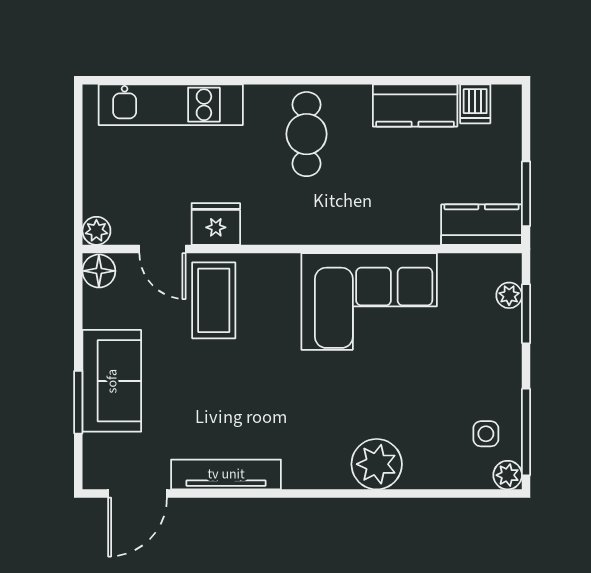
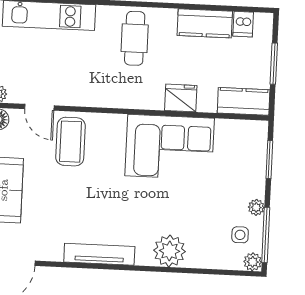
window: (526, 194) -> (274, 64), moved
fridge: (216, 224) -> (181, 98), moved
plant: (509, 295) -> (256, 207), moved
tv unit: (226, 474) -> (99, 254), moved

